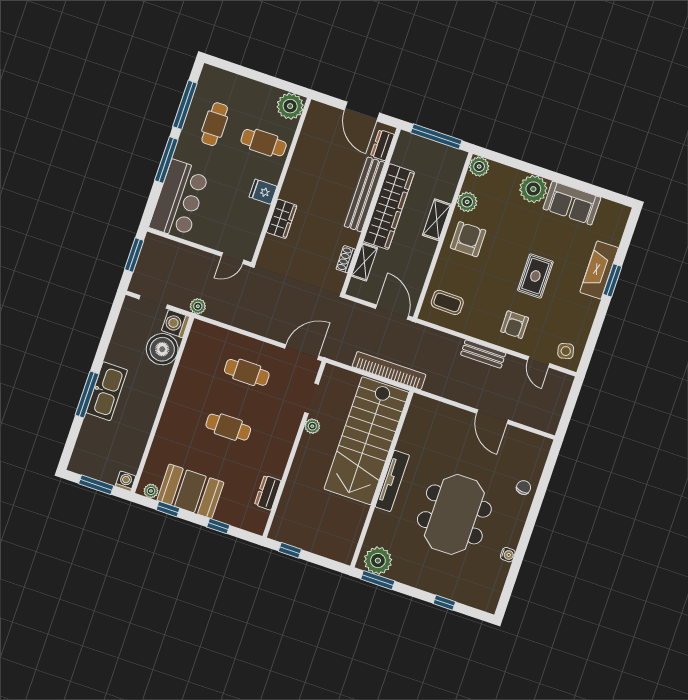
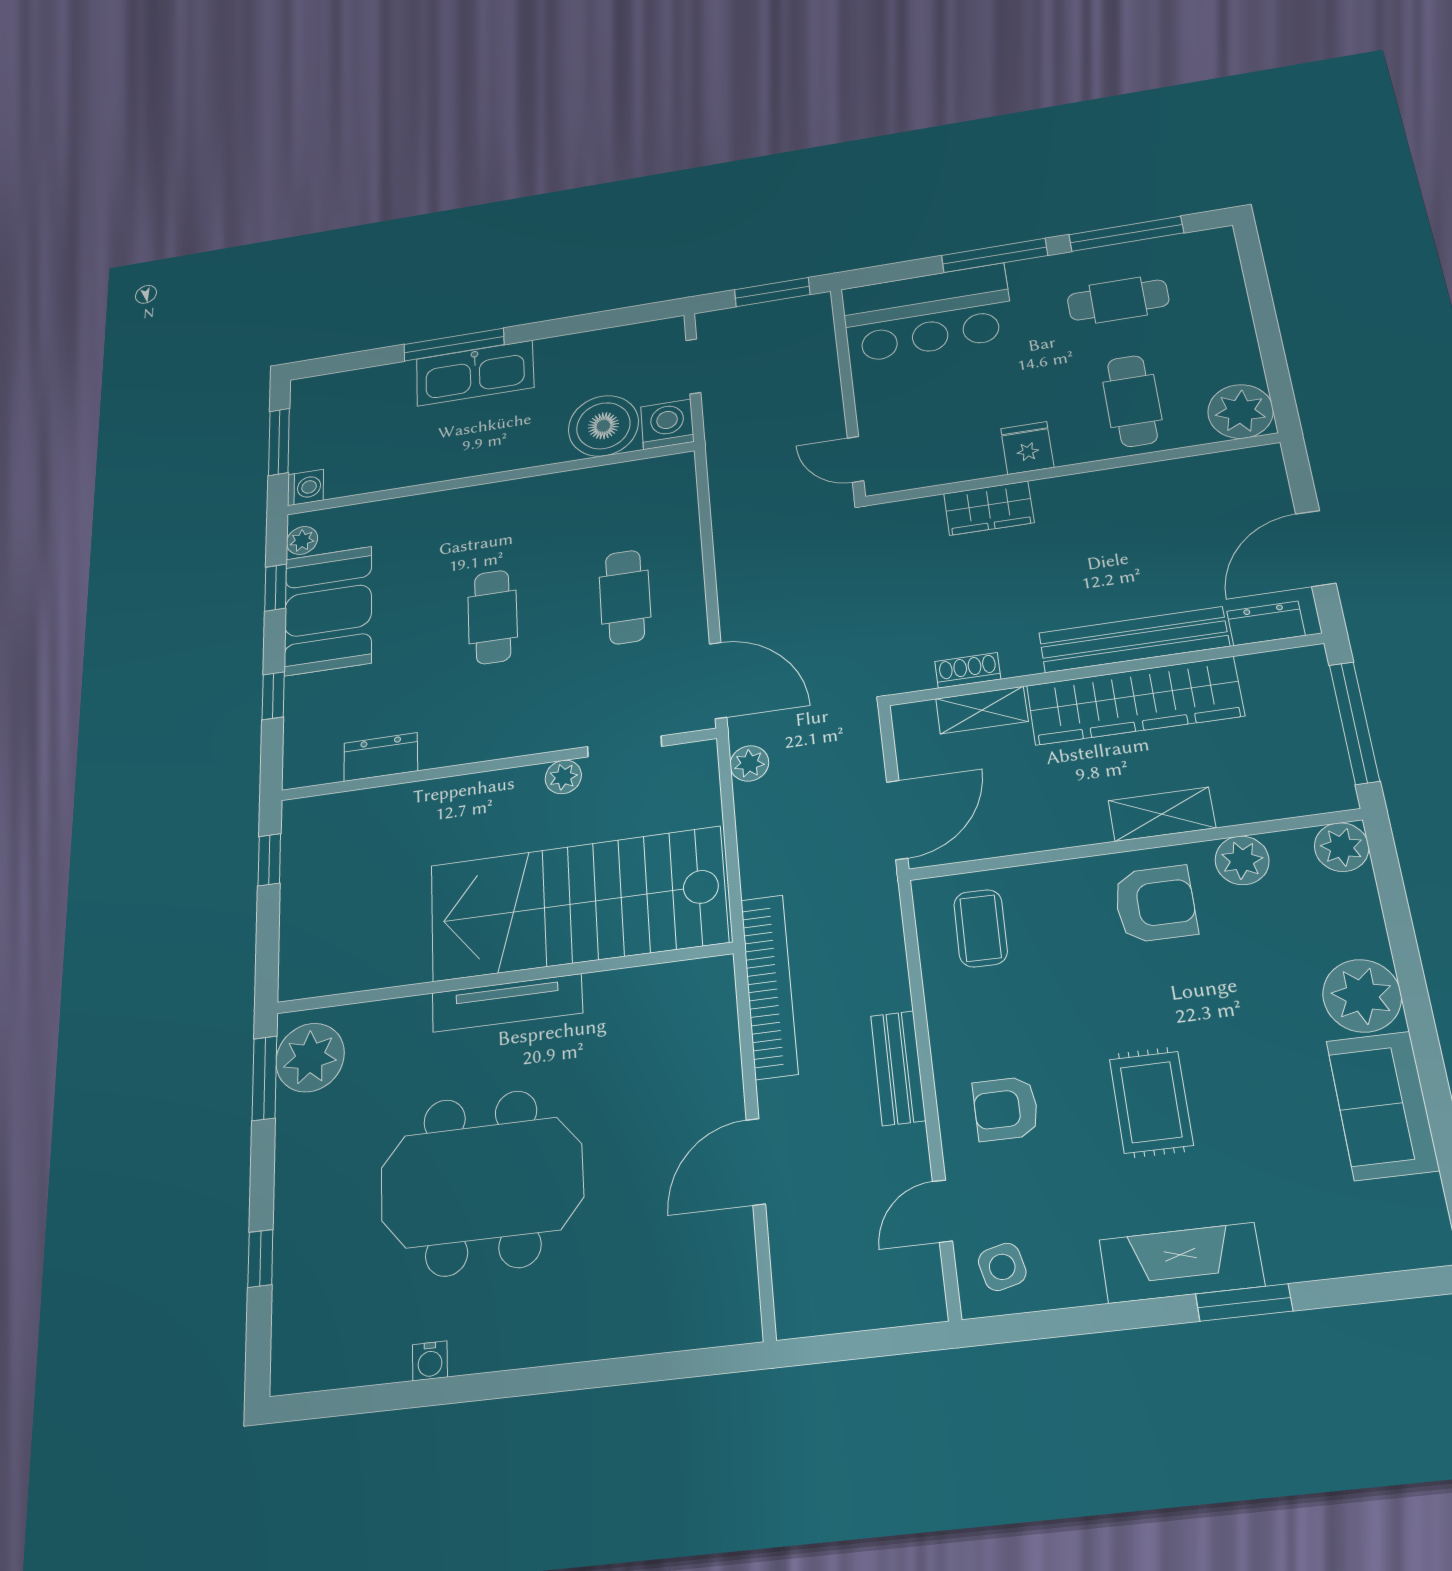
fireplace: (599, 270) -> (1181, 1263), moved
rug: (535, 276) -> (1151, 1102), turned 90
plant: (198, 306) -> (749, 763), moved
bookcase: (389, 371) -> (769, 986), moved
chair: (523, 487) -> (612, 1322), removed

